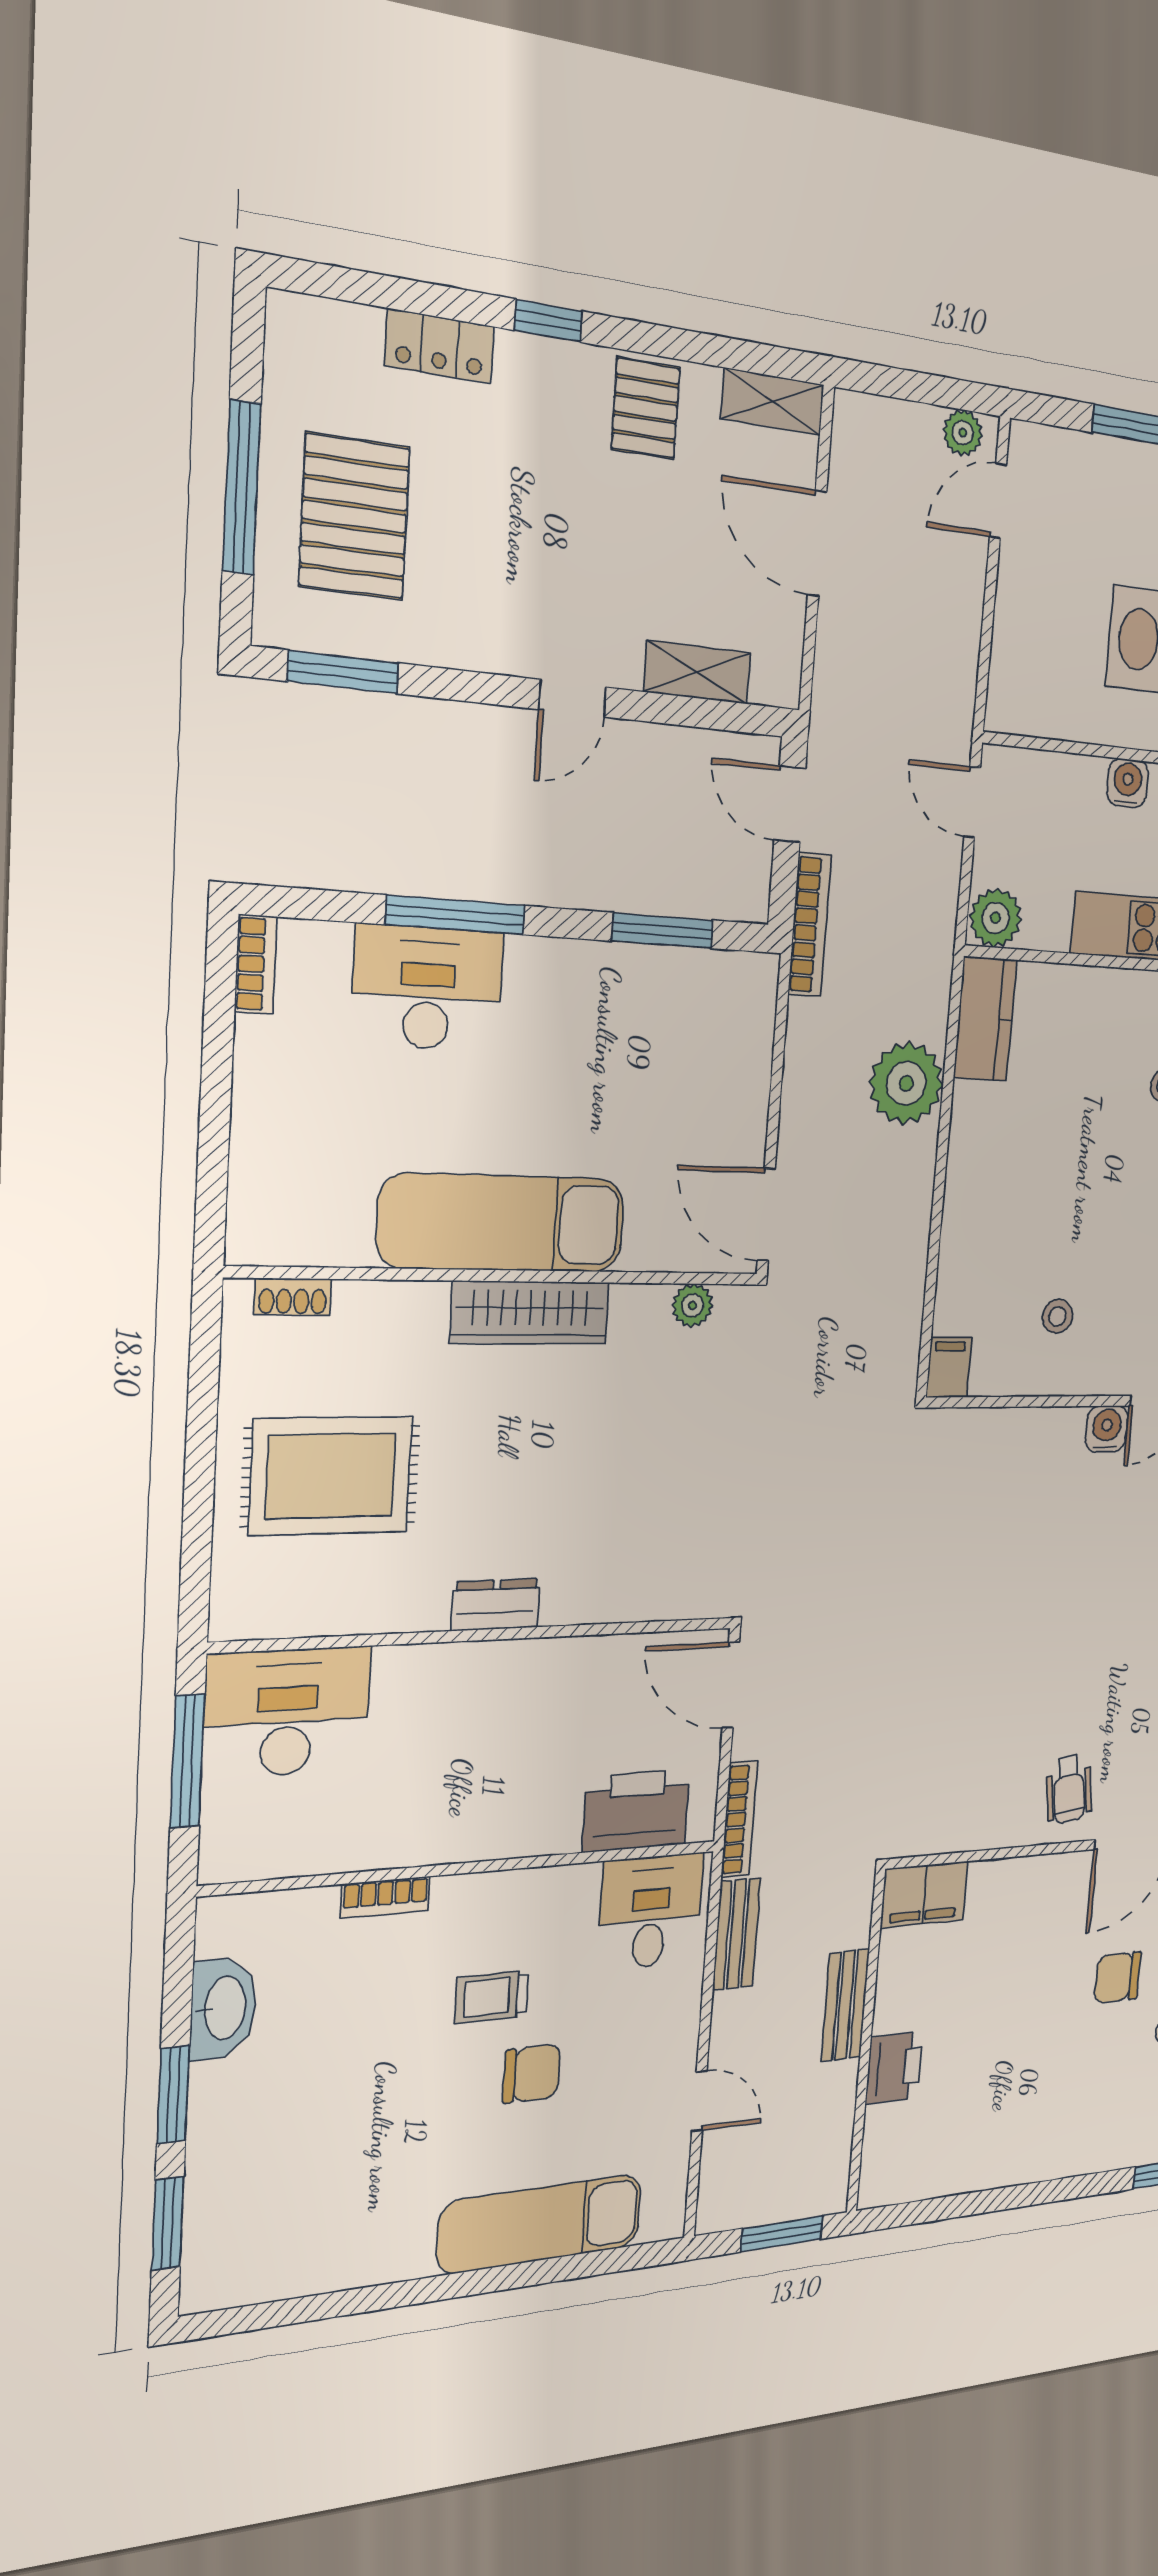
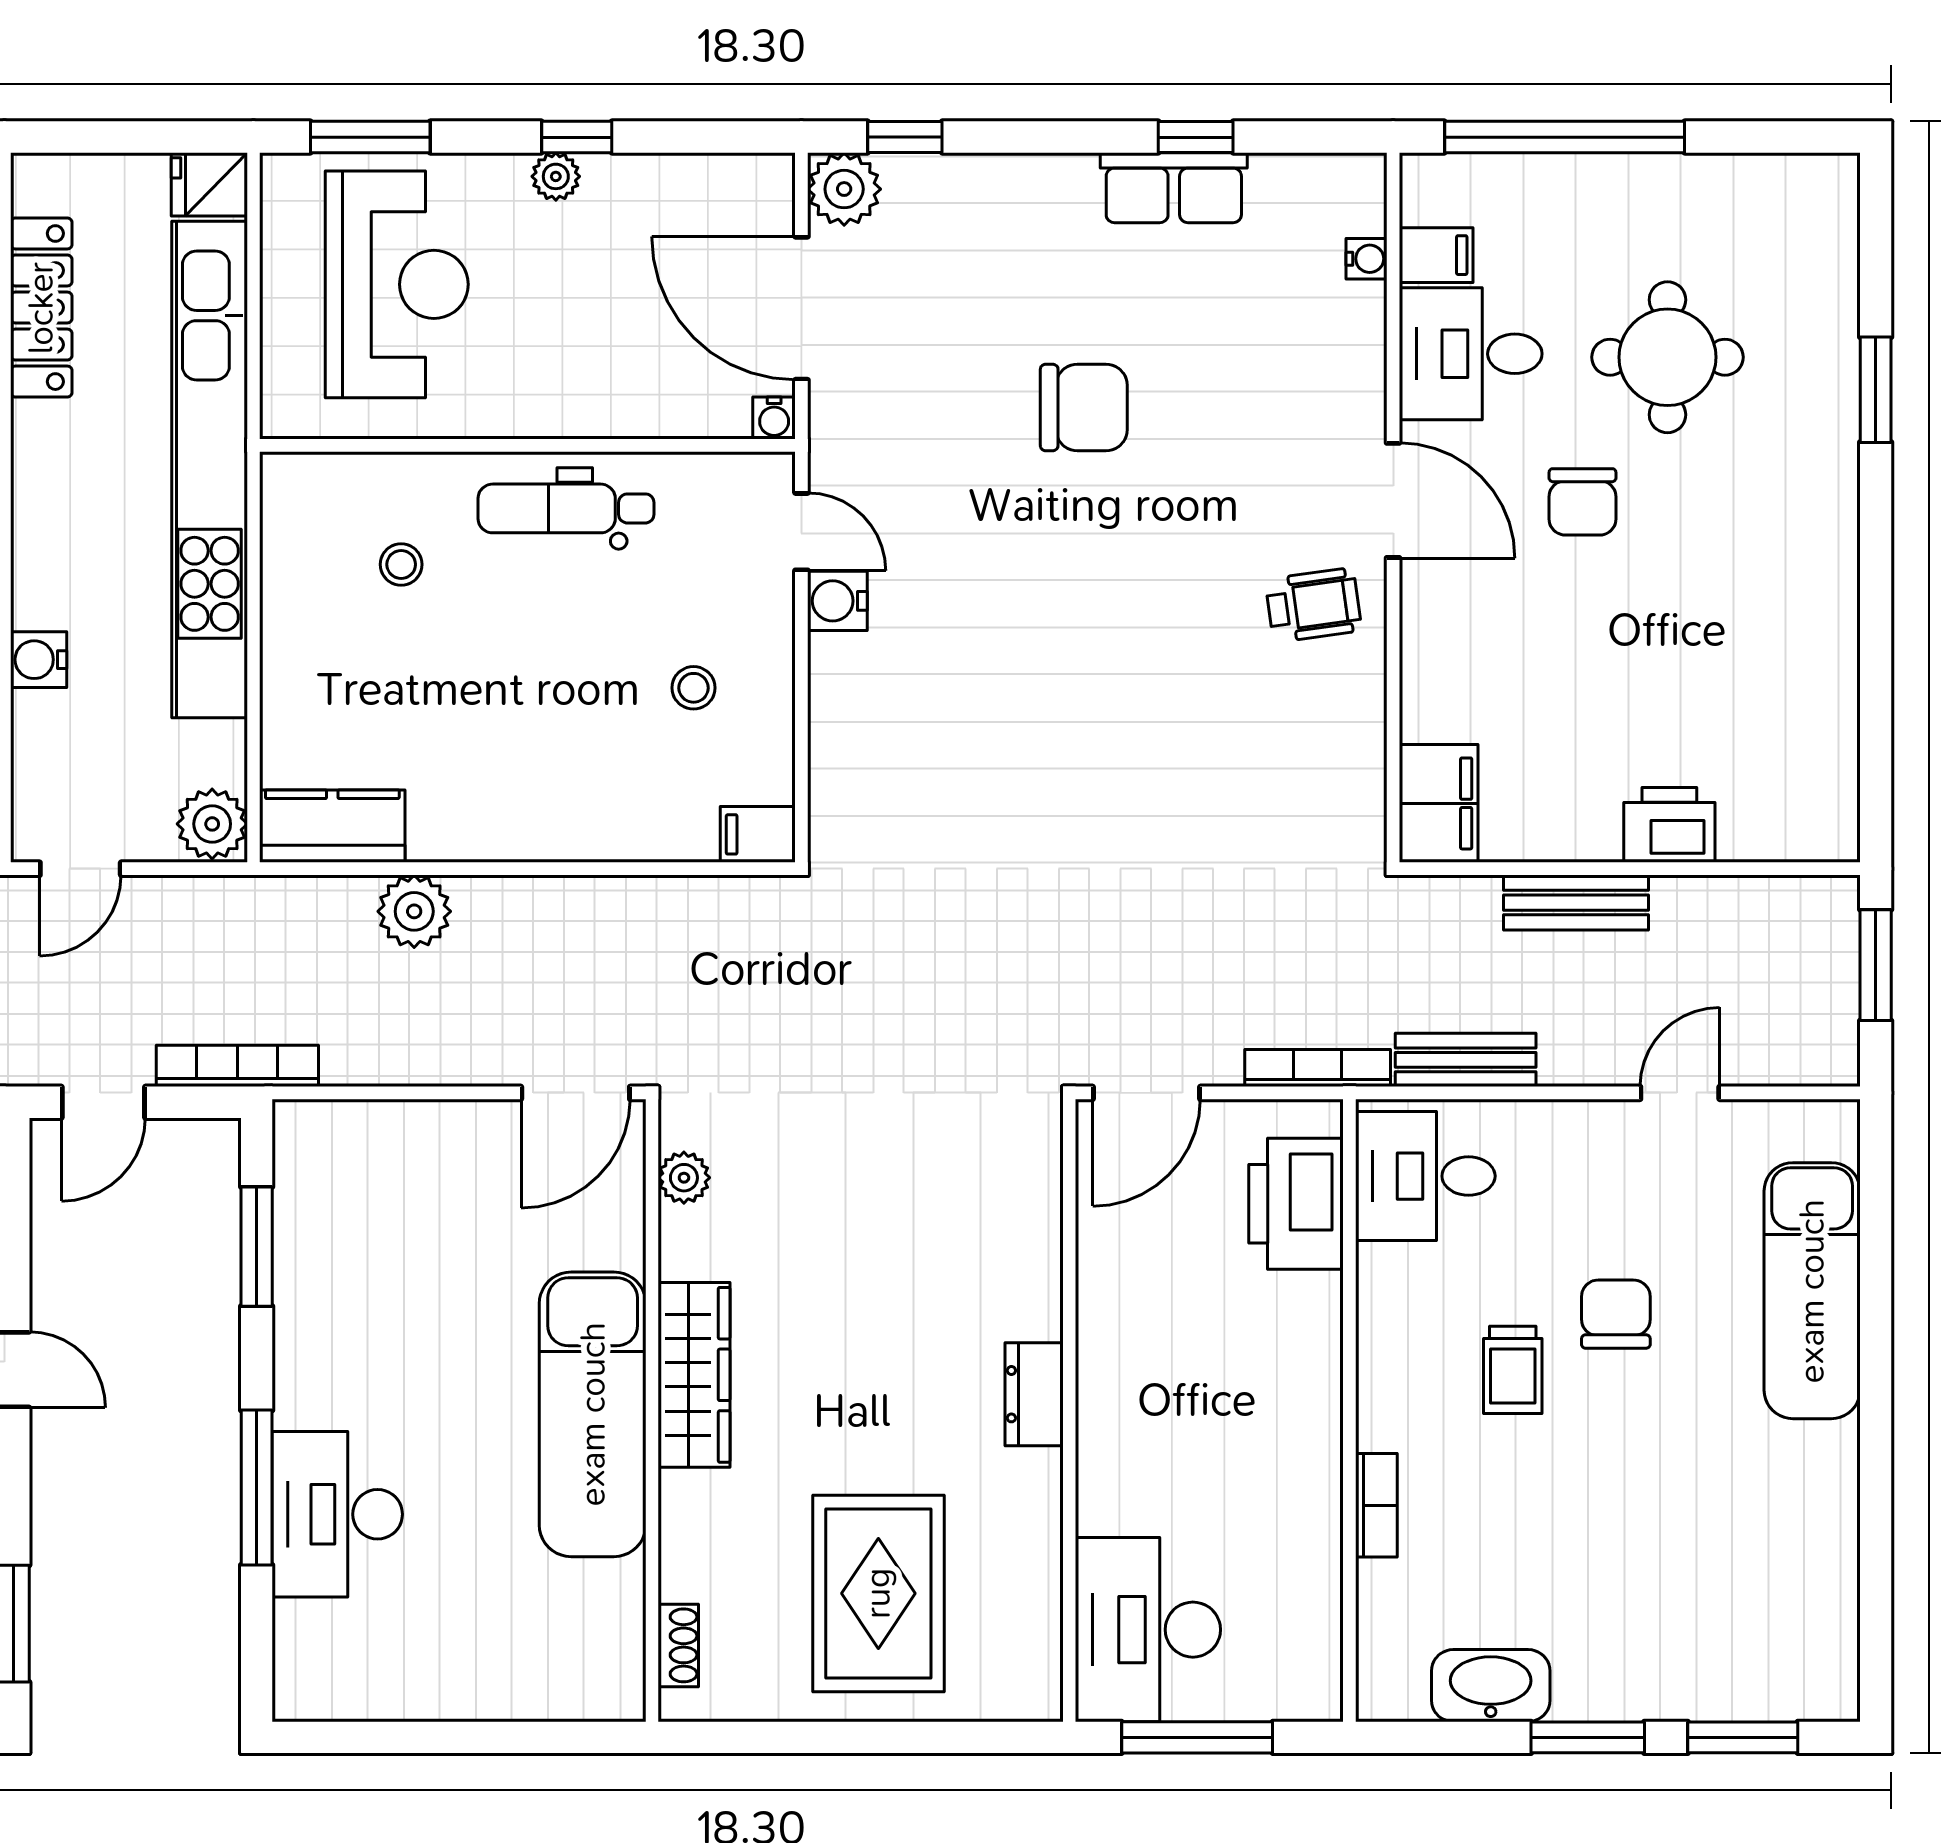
bookcase: (256, 964) -> (323, 1701), removed
plant: (906, 1083) -> (414, 911), width x0.73, depth x0.73

